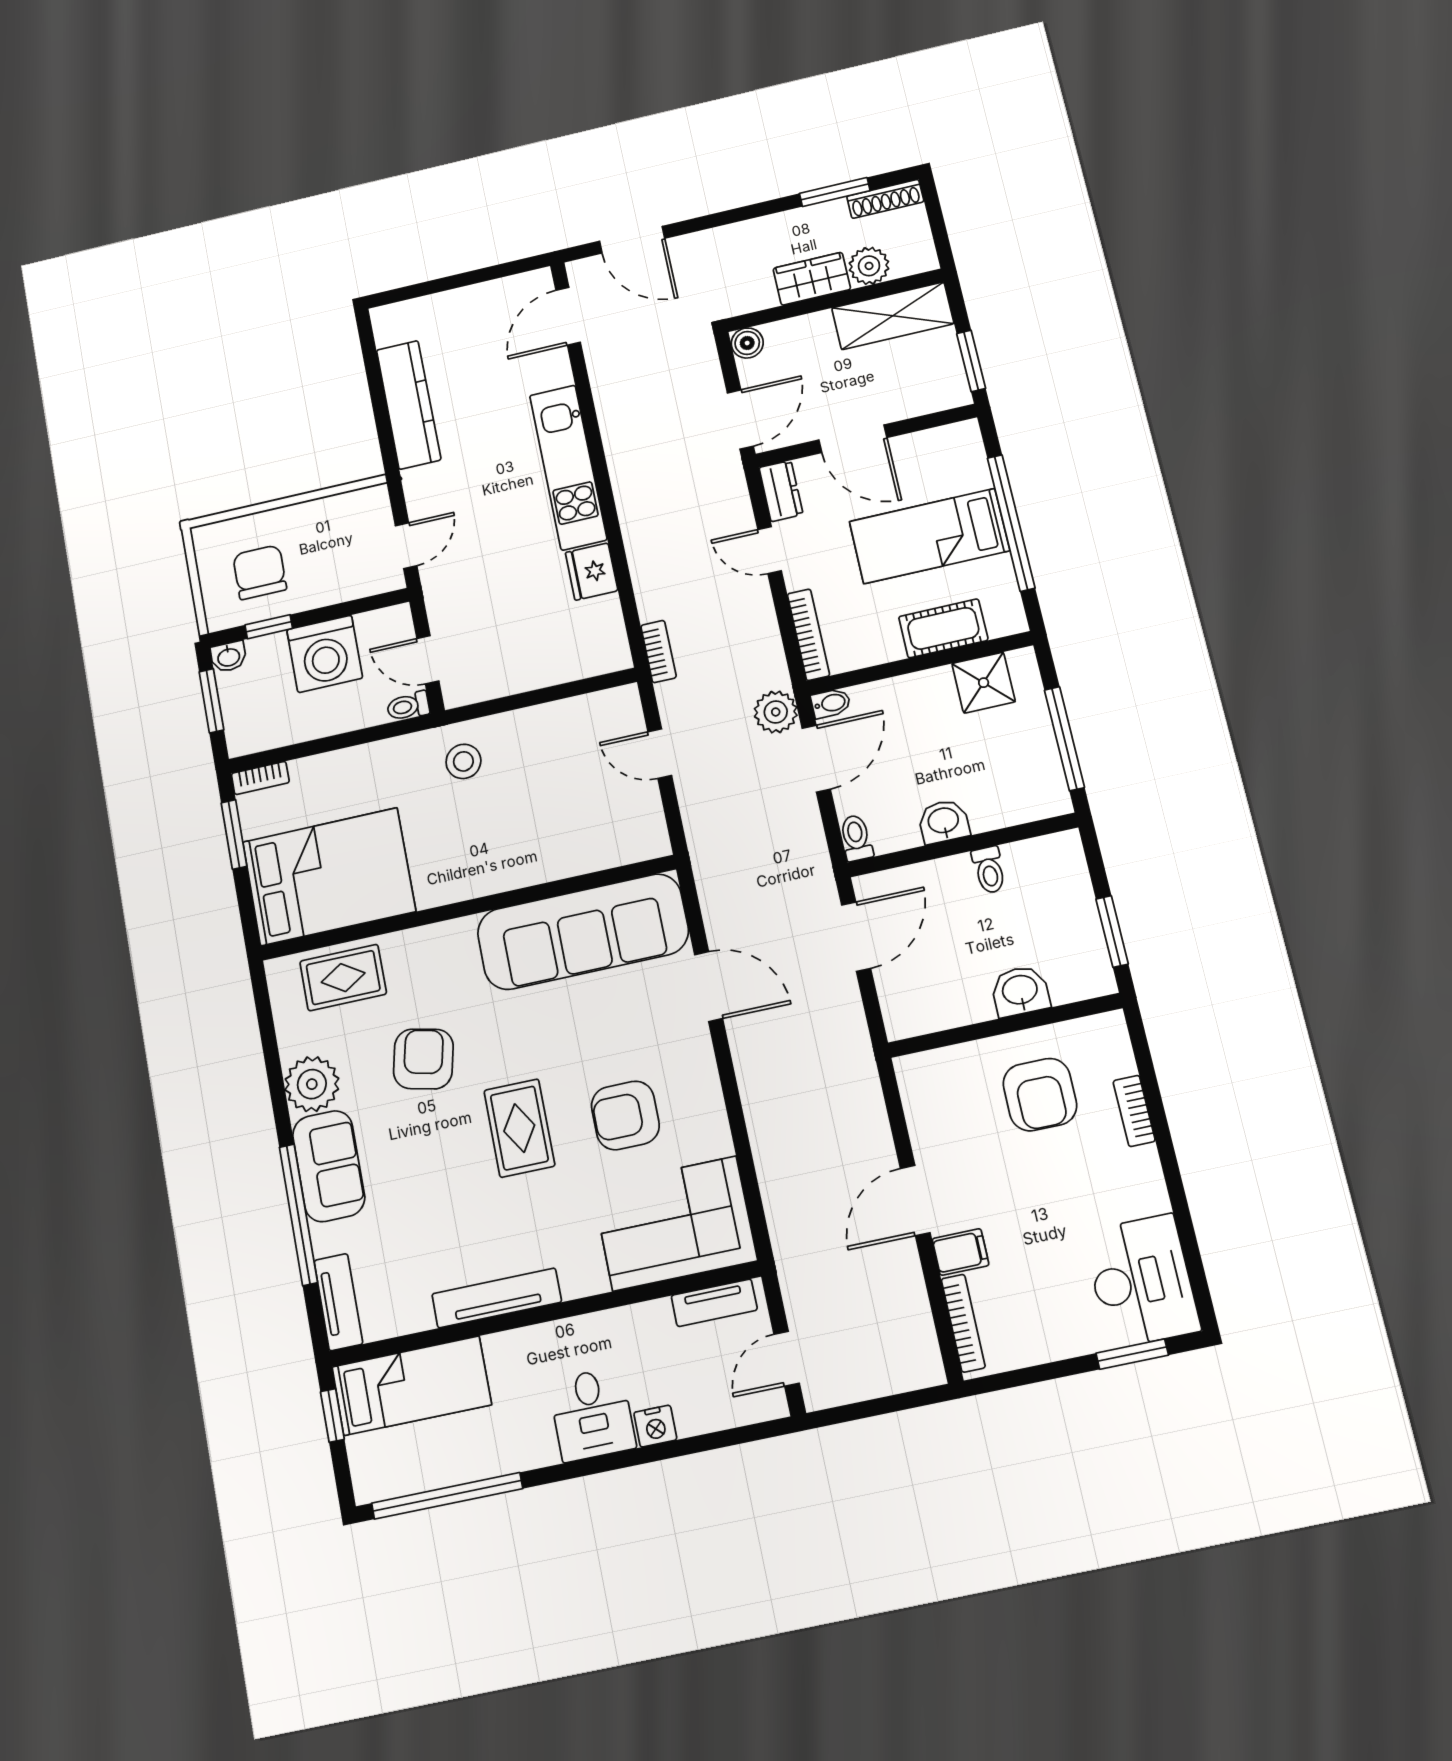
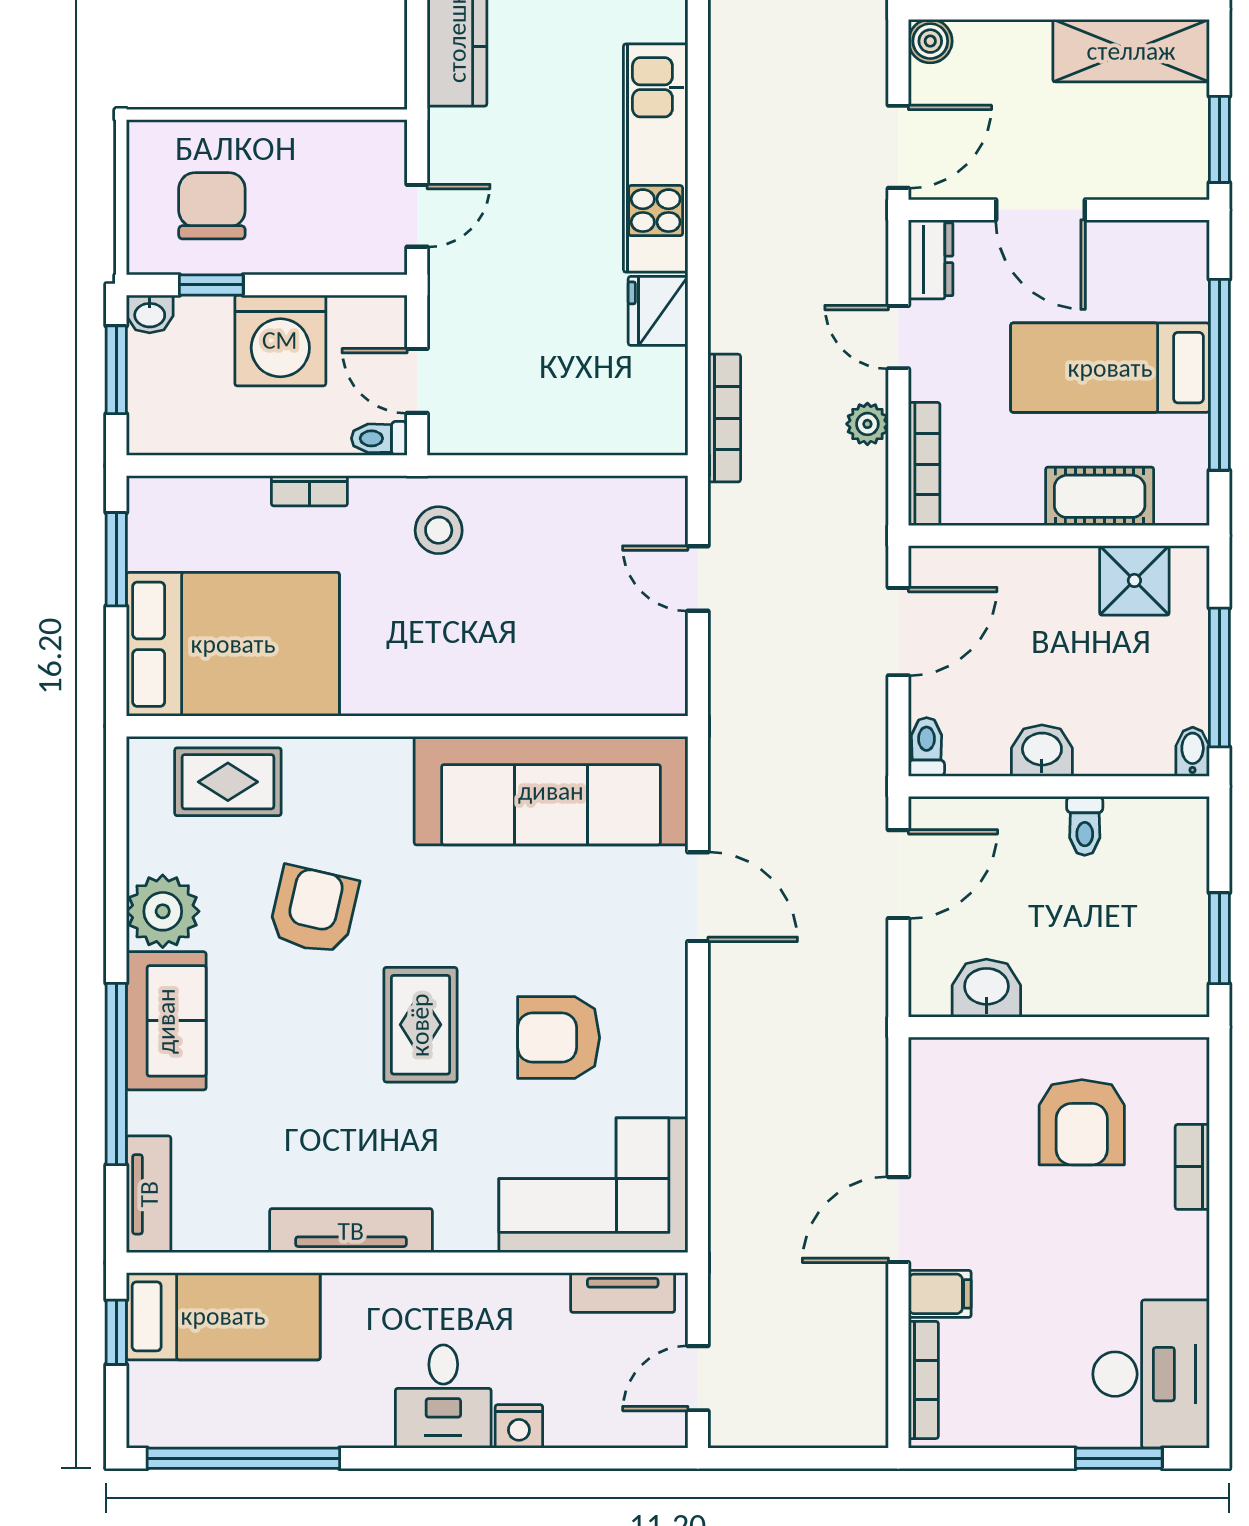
bookcase: (659, 652) -> (724, 418), width x1.56
bidet: (831, 703) -> (1193, 752), moved, turned -90
plant: (776, 712) -> (867, 424), moved, width x0.73, depth x0.73
bookcase: (260, 778) -> (309, 491), moved
washbasin: (1020, 991) -> (986, 988), moved

